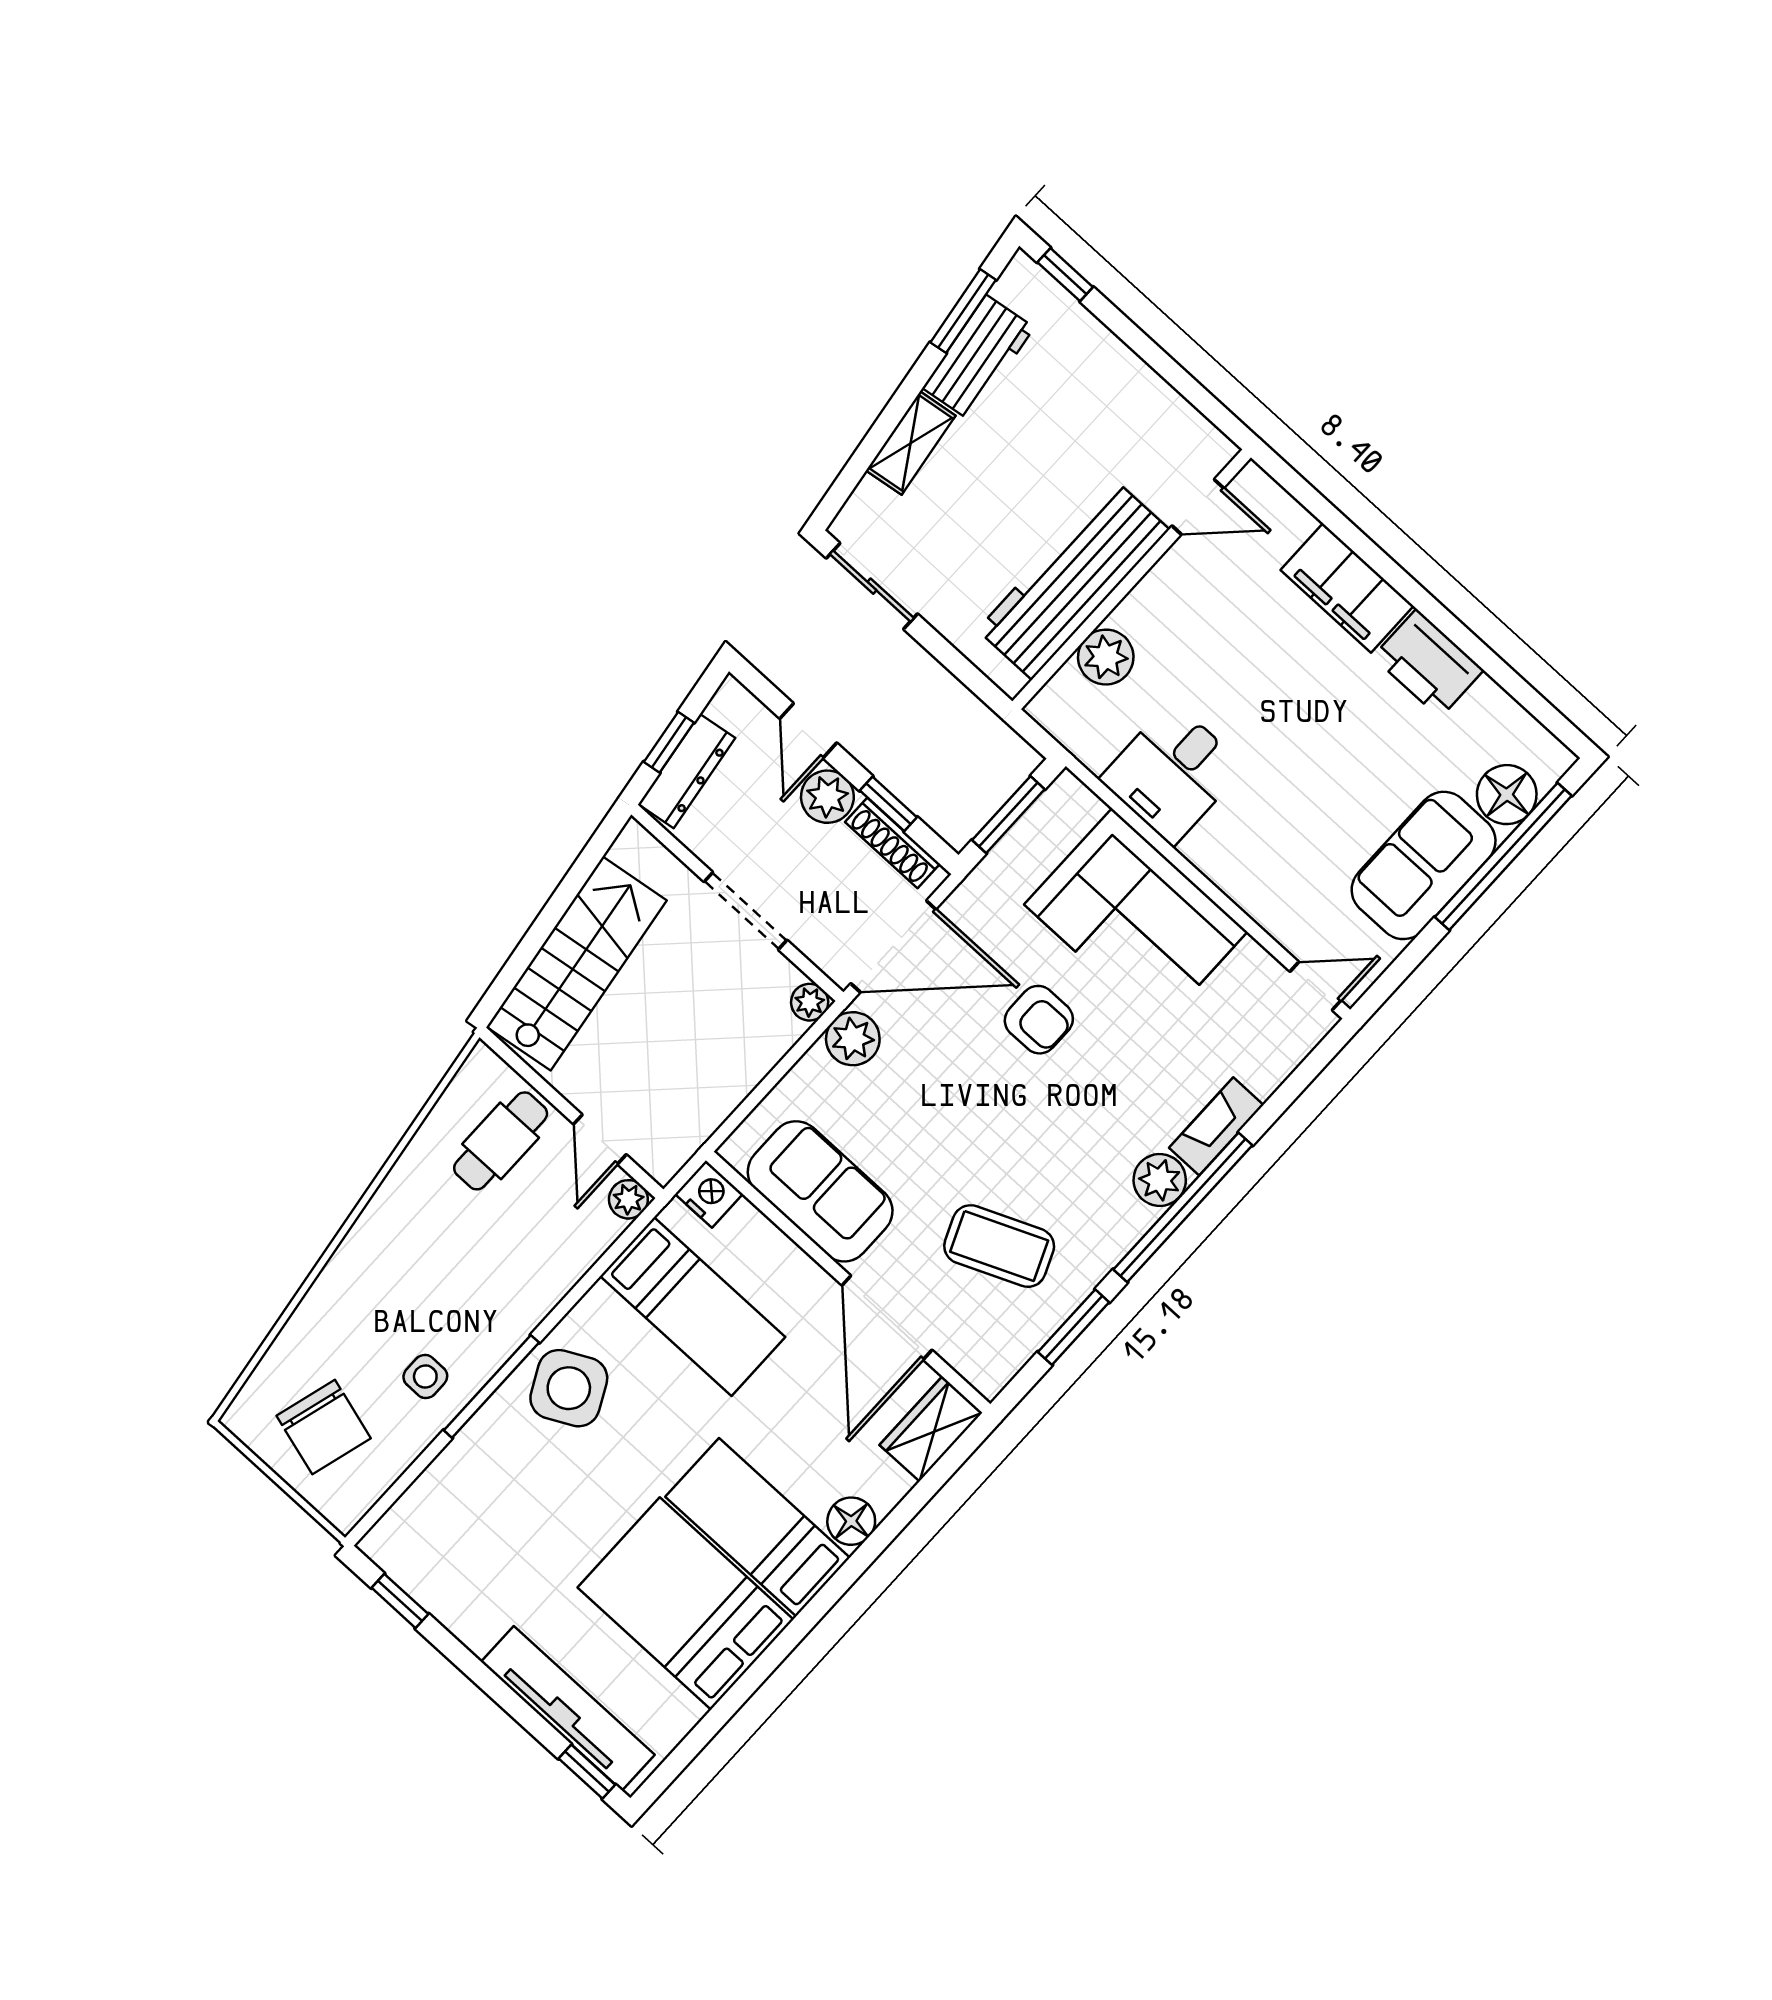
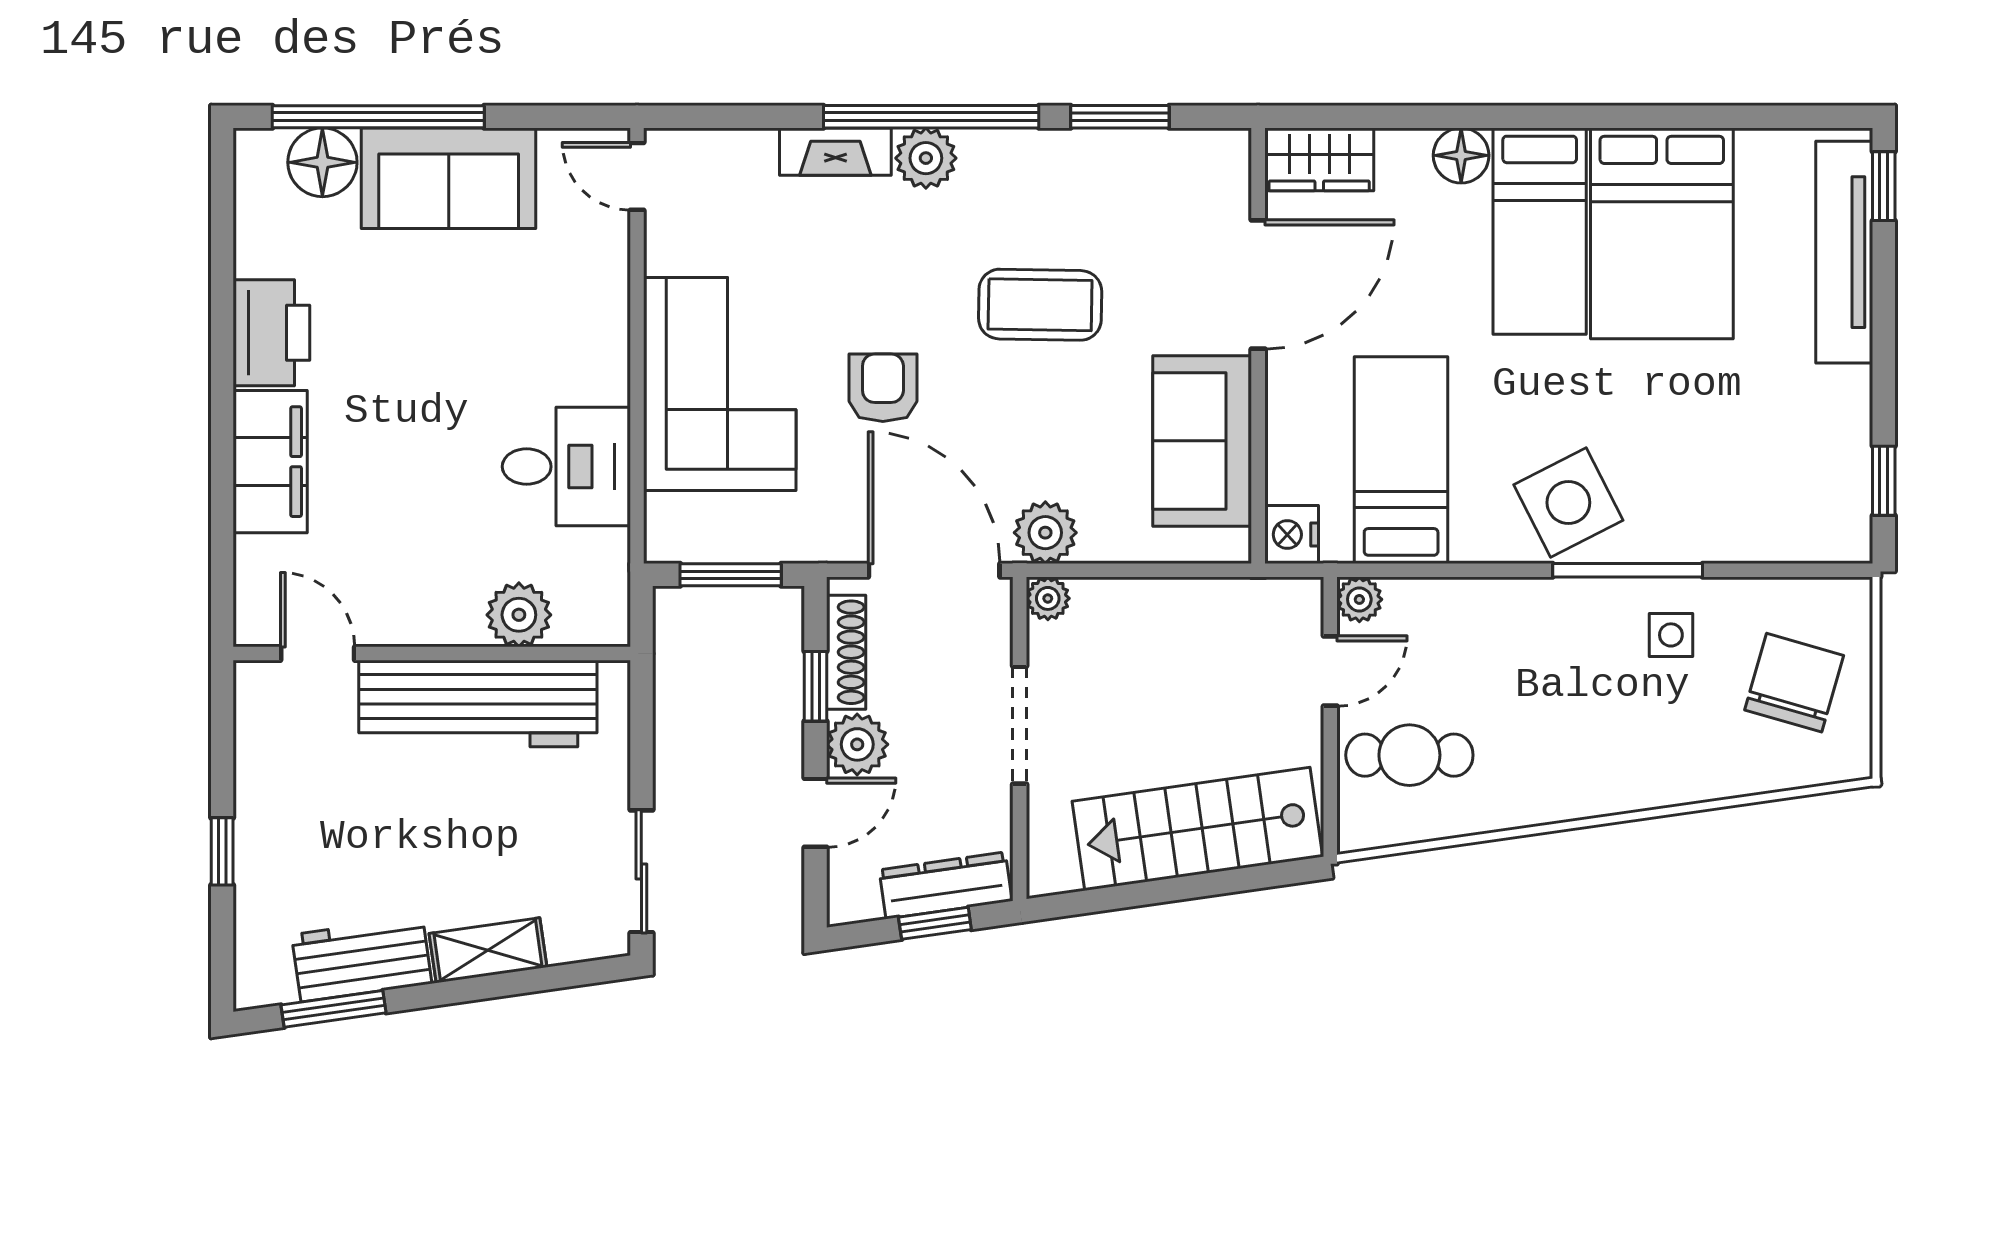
window: (1065, 275) -> (222, 851), moved
coffee table: (999, 1246) -> (1040, 305), moved, turned -66

